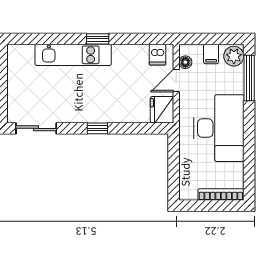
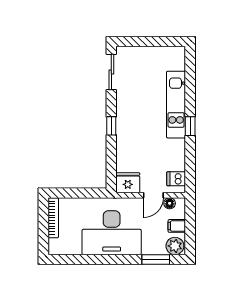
window: (249, 78) -> (156, 259), width x0.69
door: (176, 81) -> (153, 195), swing flipped
bookcase: (221, 194) -> (53, 218), moved

